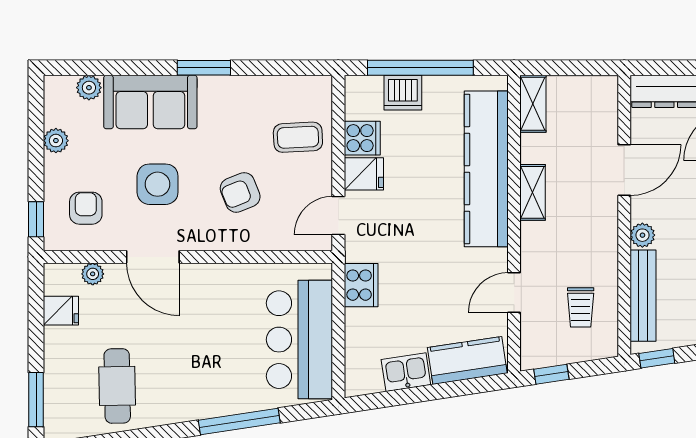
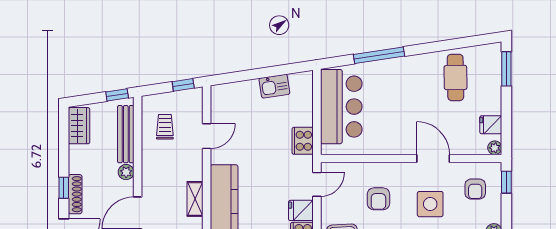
armchair: (240, 192) -> (378, 199), turned 112
plant: (93, 274) -> (495, 148), moved
kitchen counter: (467, 360) -> (236, 94), removed

